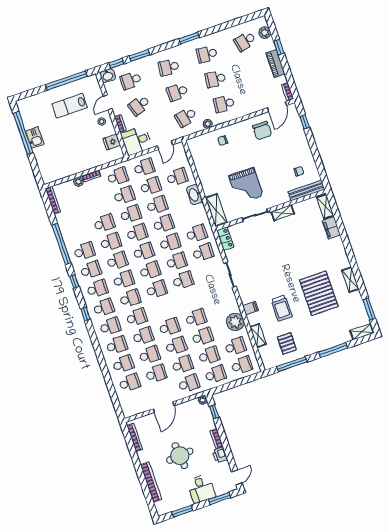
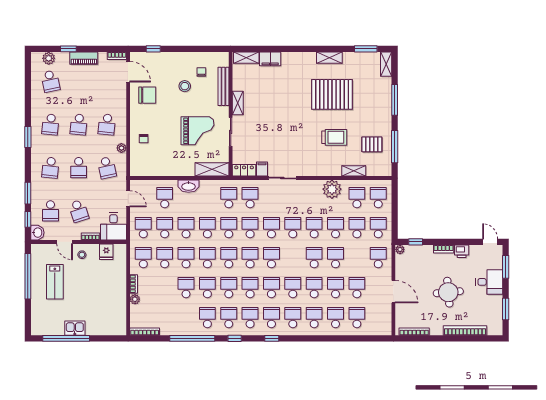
stool: (281, 161) -> (185, 86), added
bench: (306, 190) -> (223, 86), moved
filing cabinet: (250, 308) -> (262, 169), moved
school desk: (183, 365) -> (293, 228), moved

